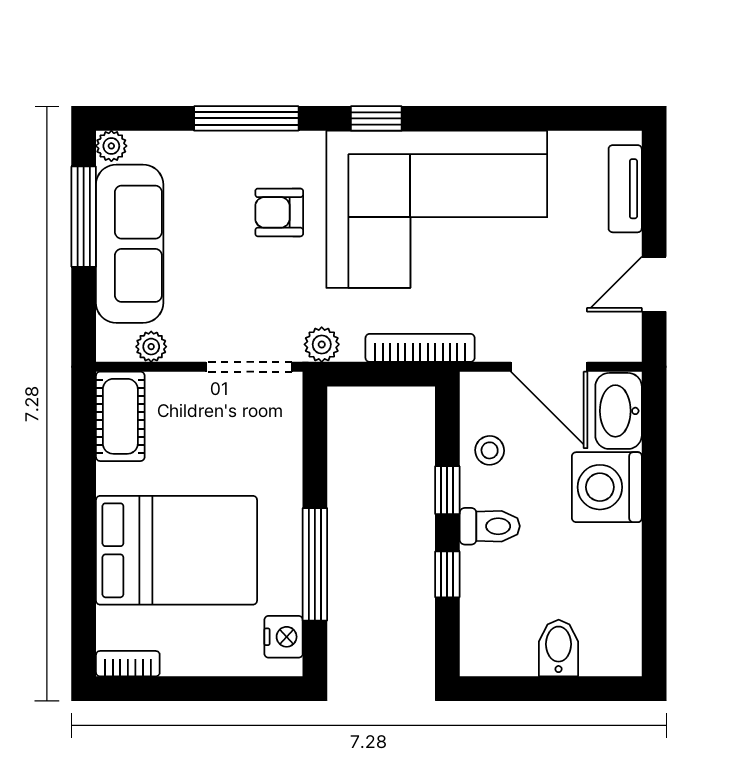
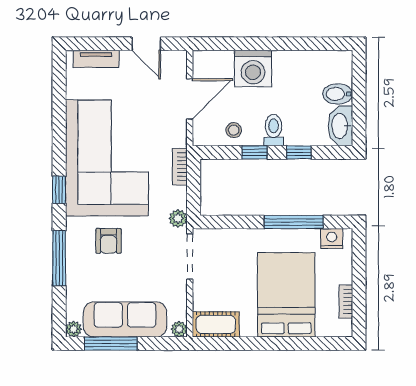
plant: (151, 347) -> (179, 329), moved
bookcase: (420, 348) -> (180, 167), width x0.64
washbasin: (619, 411) -> (340, 126), moved, turned 90
bookcase: (128, 664) -> (346, 302), moved

